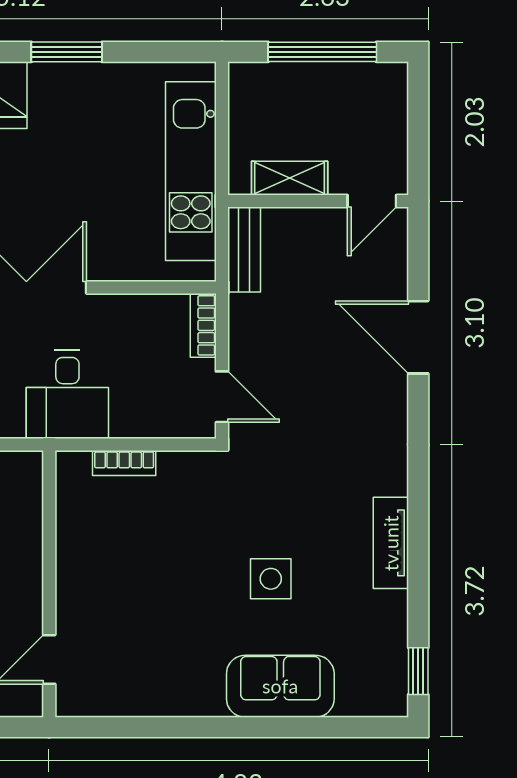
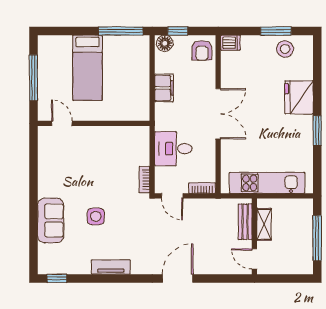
bench: (244, 250) -> (245, 222), moved, turned 90
door: (418, 337) -> (178, 278), moved
desk: (67, 394) -> (173, 149), moved
door: (222, 397) -> (172, 196), hinge flipped
bookcase: (124, 463) -> (144, 180), moved

